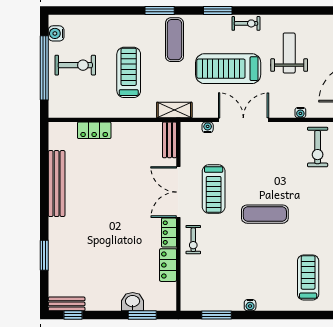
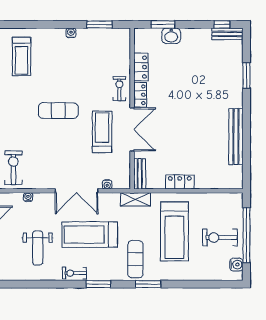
treadmill: (228, 69) -> (90, 235), turned 180
treadmill: (129, 72) -> (174, 231), width x1.37, depth x1.38
locker: (94, 130) -> (180, 182), moved

